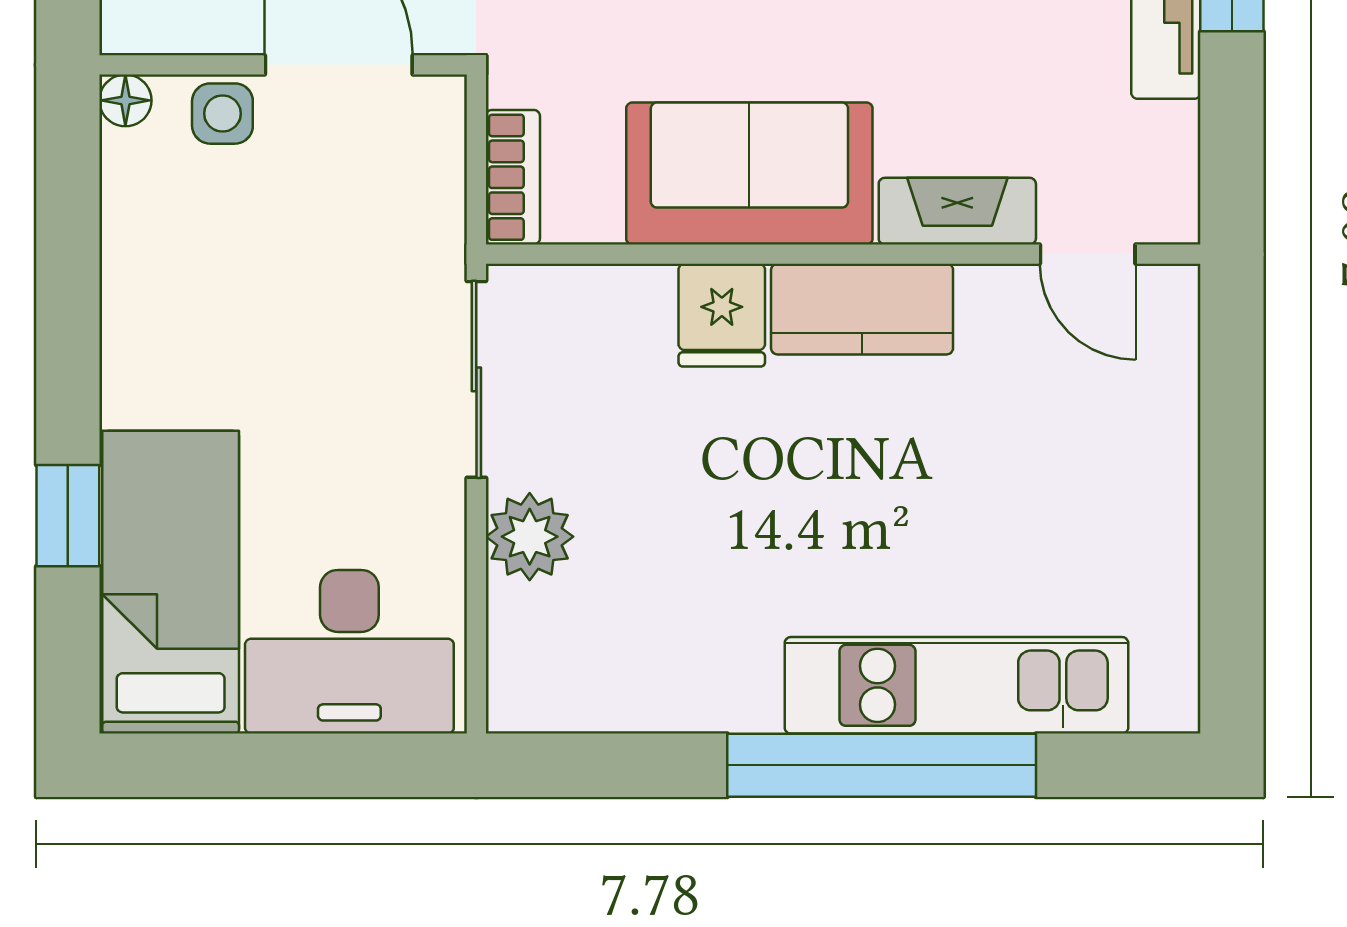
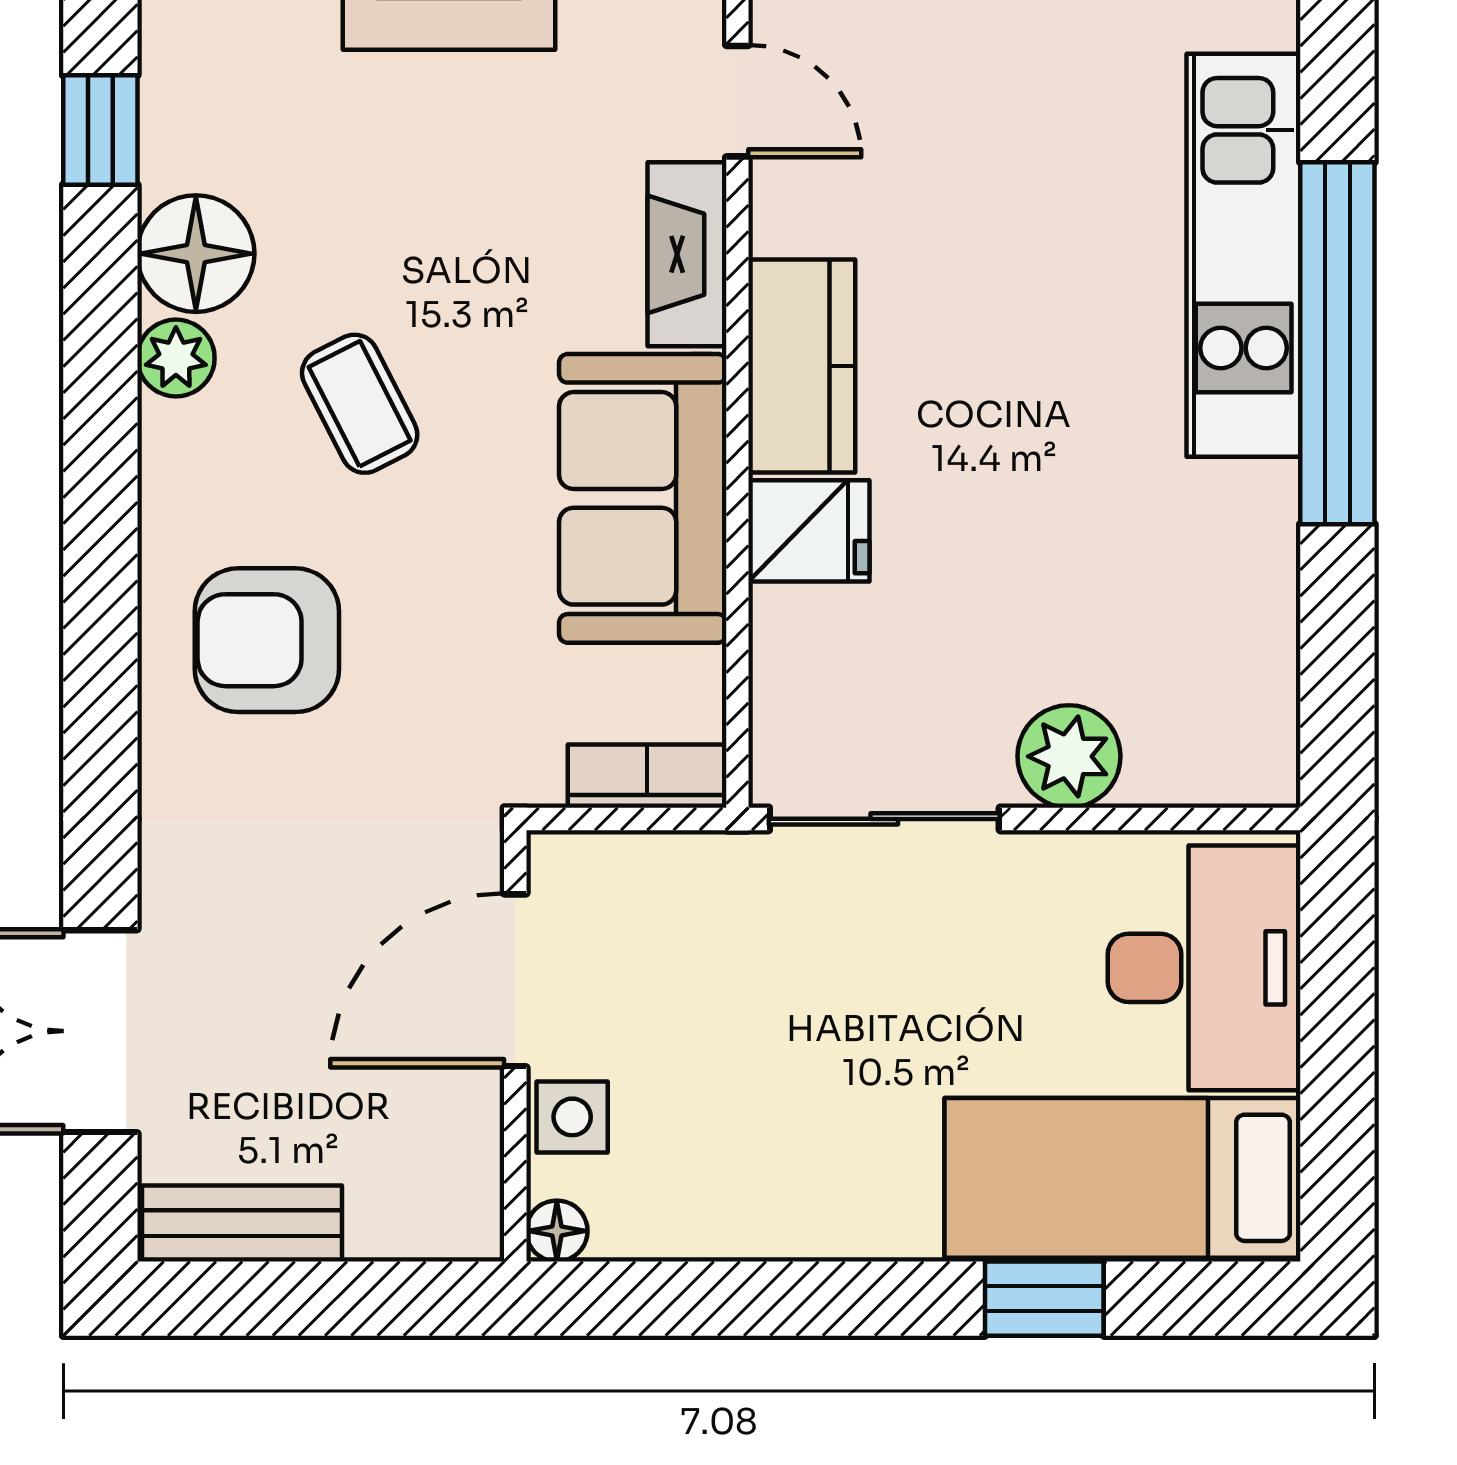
door: (1088, 254) -> (737, 101), hinge flipped

